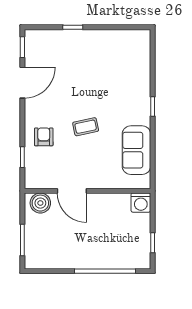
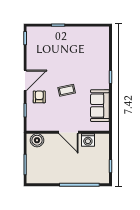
door: (22, 83) -> (25, 80), moved
door: (72, 191) -> (68, 132), moved
washing machine: (141, 203) -> (88, 140), moved

